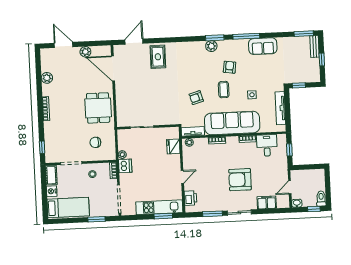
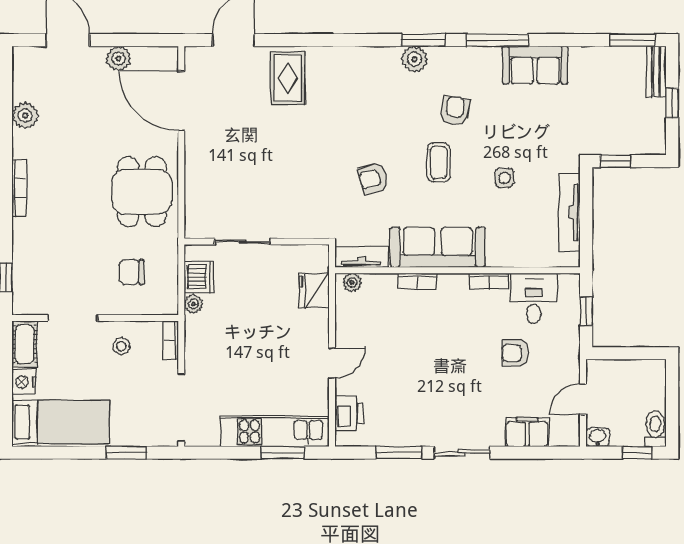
sofa: (232, 123) -> (438, 247), width x0.74, depth x0.79
dishwasher: (125, 166) -> (199, 277), moved
armchair: (240, 180) -> (515, 353), moved, width x0.53, depth x0.53

